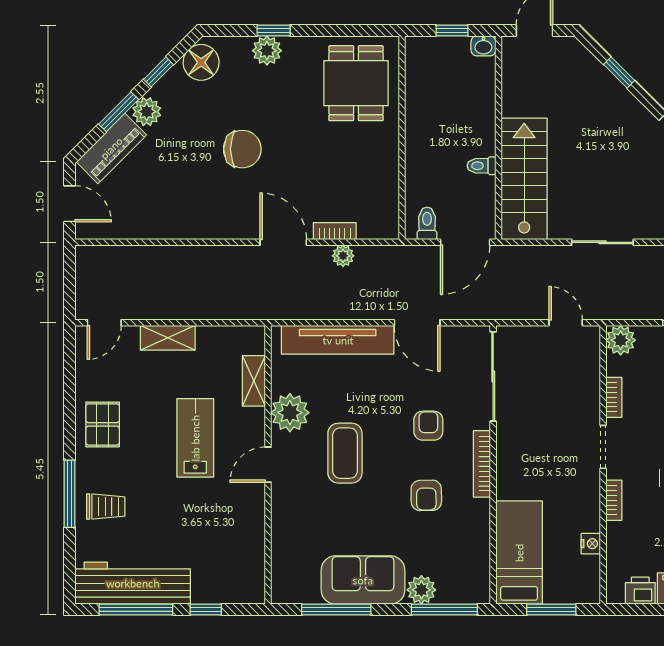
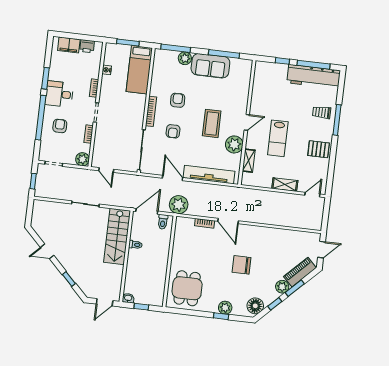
door: (70, 204) -> (322, 250), swing flipped
plant: (343, 256) -> (179, 205), moved, width x1.87, depth x1.87
pallet: (103, 424) -> (319, 149), turned 90

